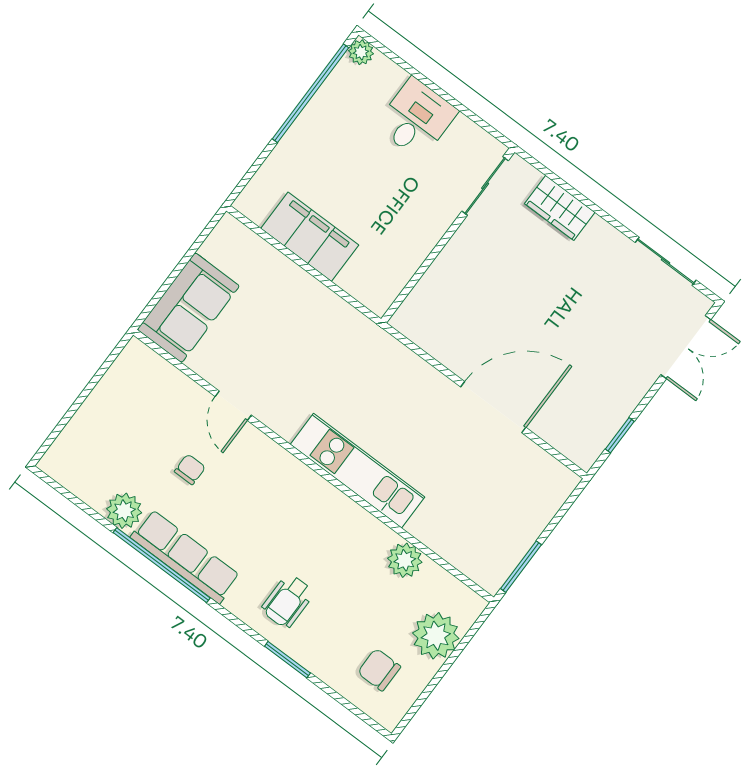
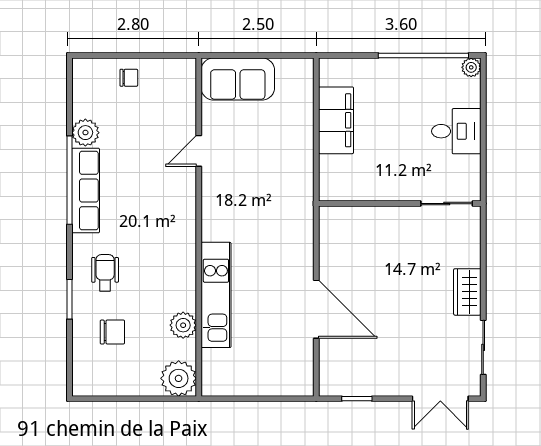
wardrobe: (560, 208) -> (467, 292), moved
chair: (190, 469) -> (129, 78), moved
kitchen unit: (358, 471) -> (216, 295), moved
window: (521, 567) -> (232, 399), removed
wheelchair: (288, 601) -> (105, 273), turned 90
plant: (436, 636) -> (179, 378), moved
chair: (379, 670) -> (112, 332), moved, turned 90

